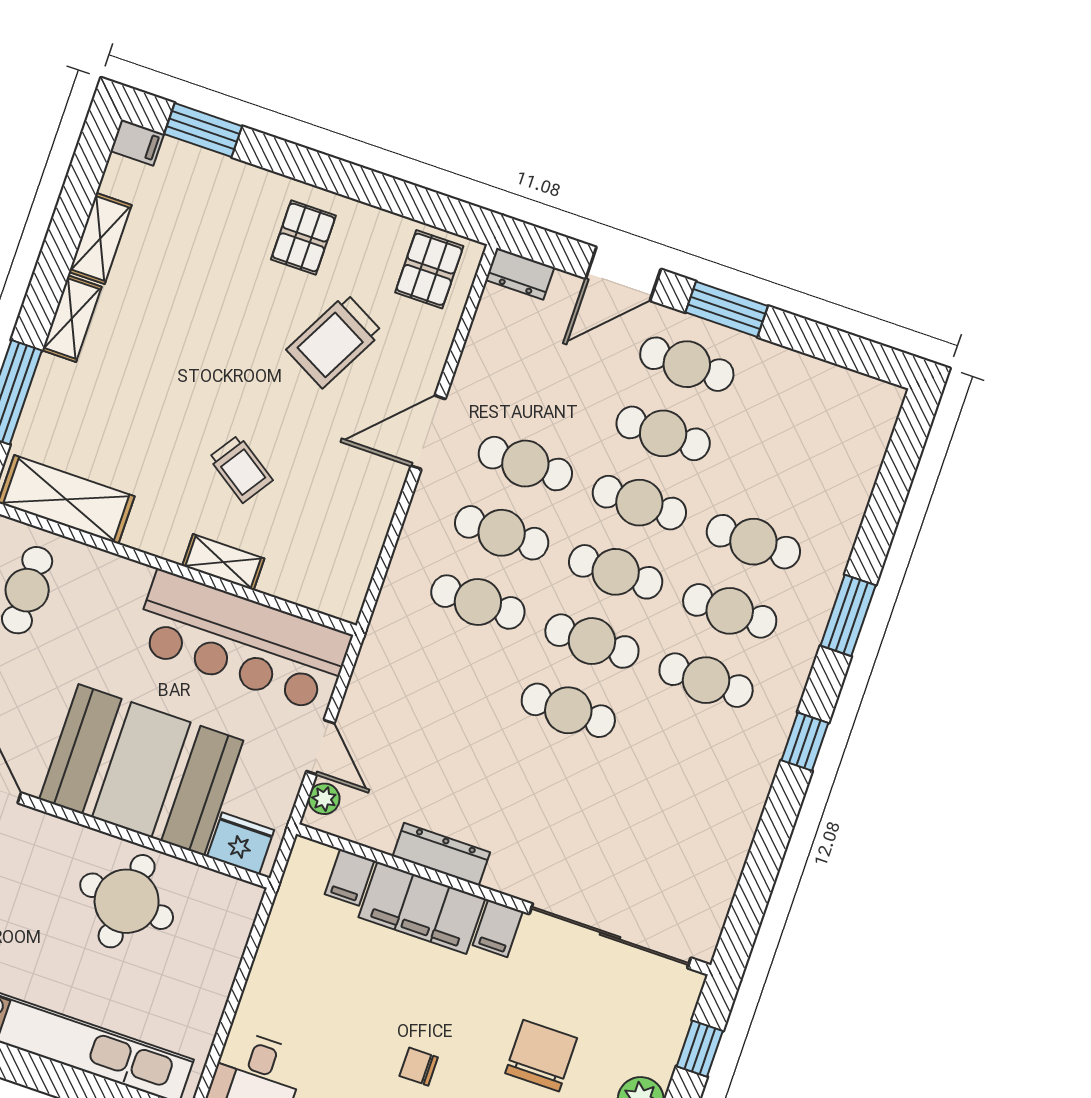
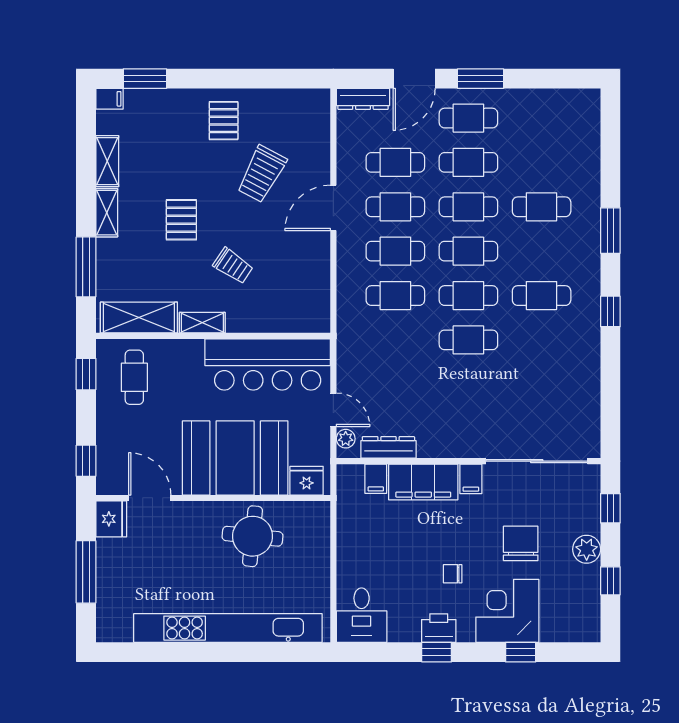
pallet: (429, 269) -> (181, 220), moved
dresser: (520, 274) -> (363, 99), width x1.44
shelving: (223, 562) -> (202, 323), moved
cafe table: (730, 611) -> (395, 162), moved
dresser: (441, 854) -> (388, 447), moved

